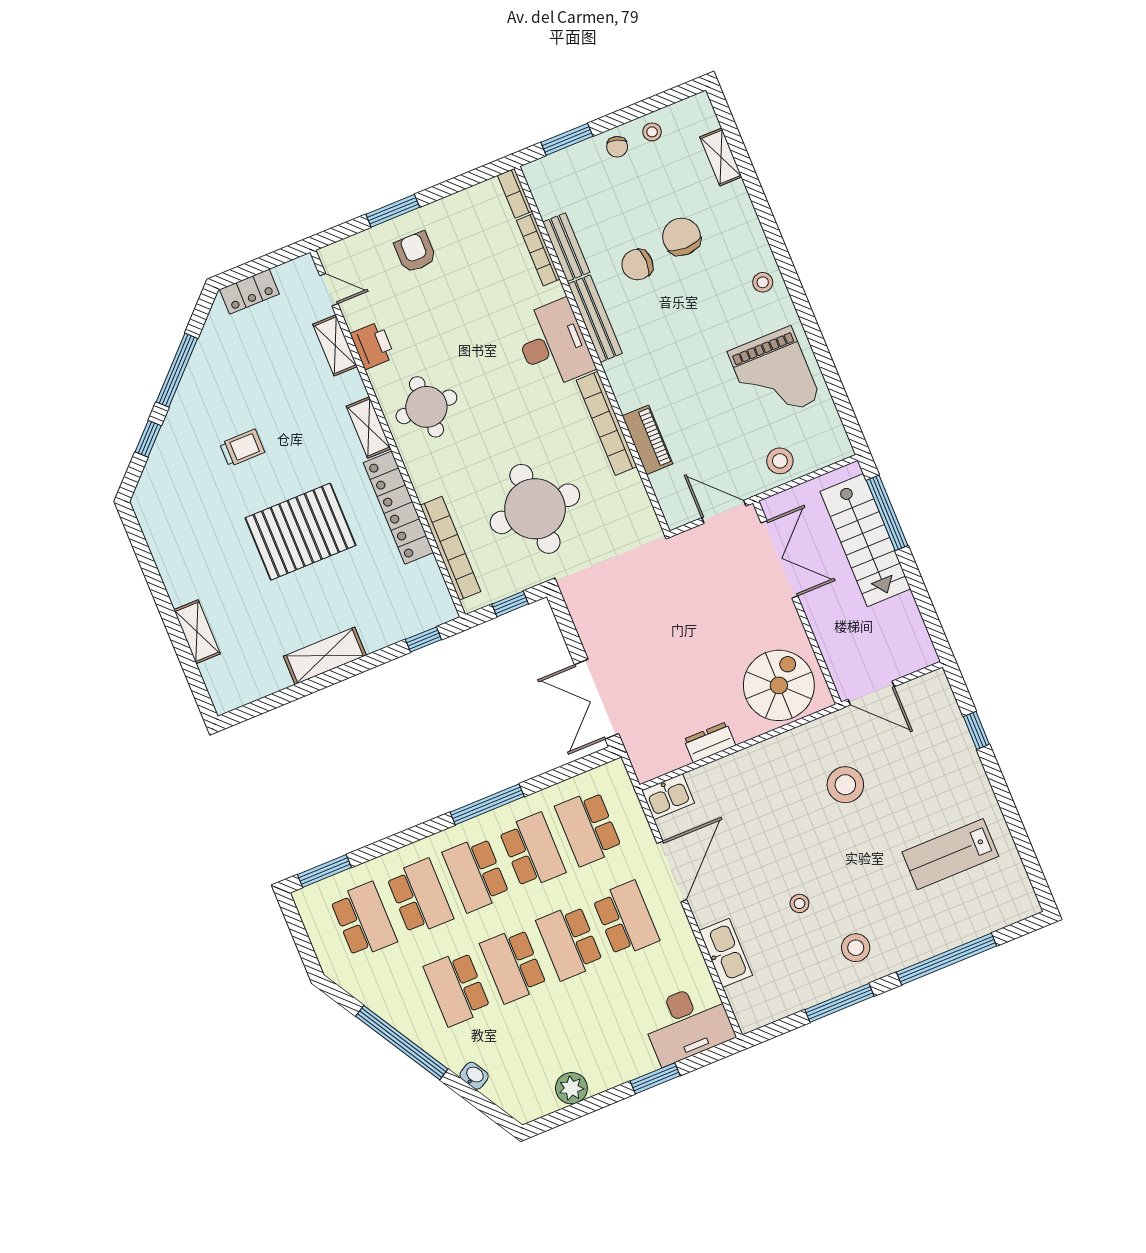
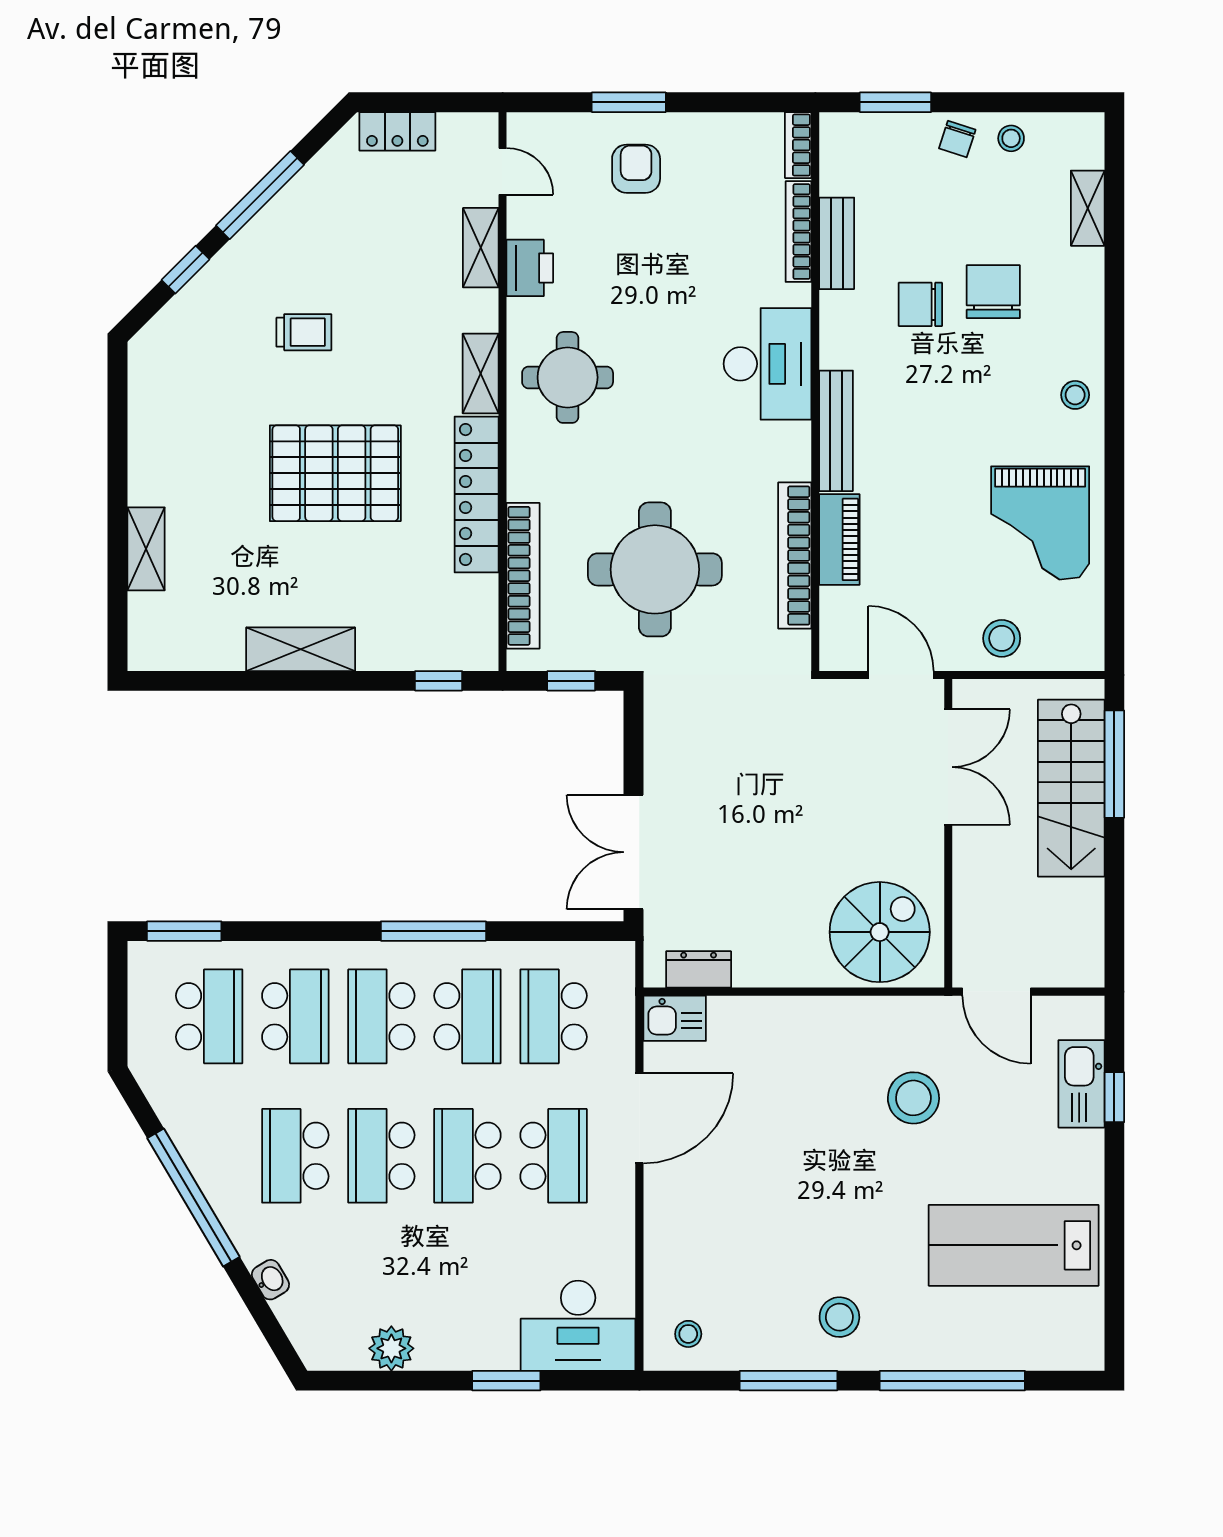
bench: (595, 319) -> (836, 431), moved
bookcase: (607, 423) -> (795, 556), moved
dresser: (710, 742) -> (699, 969), moved
lab bench: (950, 854) -> (1014, 1245), width x1.36, depth x1.39
stool: (799, 903) -> (688, 1334), moved
kitchen sink: (726, 953) -> (1082, 1084), moved, turned 180

